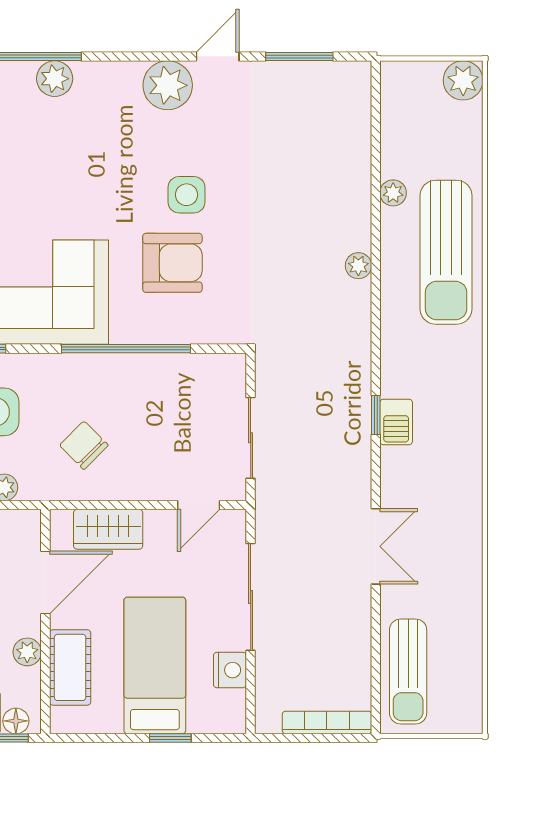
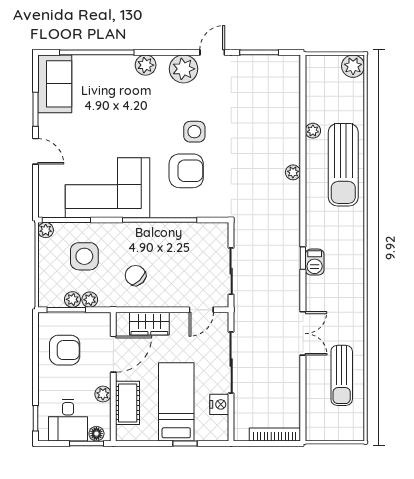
plant: (55, 79) -> (146, 65), moved
sun lounger: (408, 671) -> (342, 375), moved

